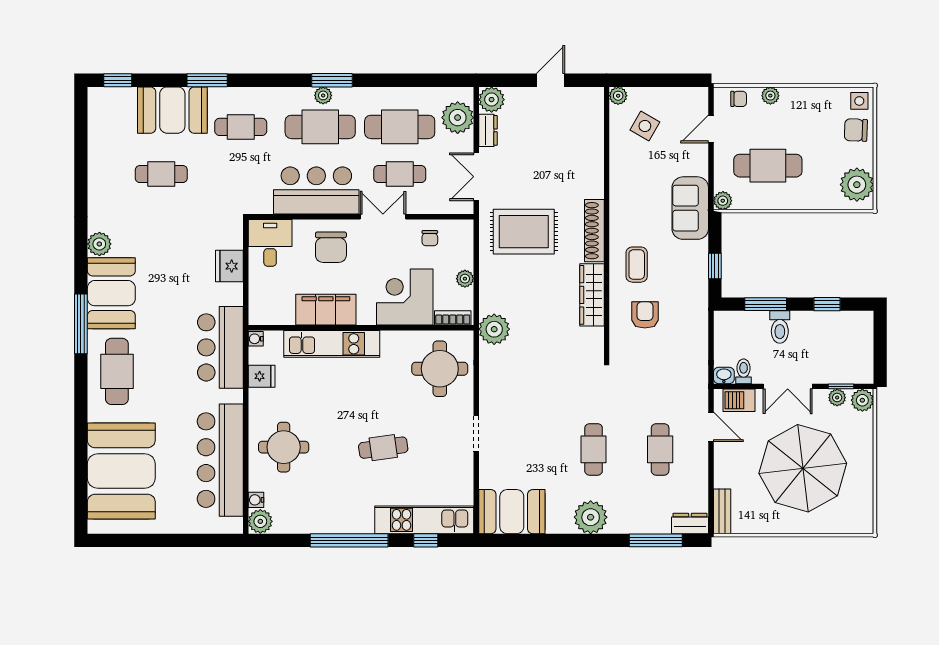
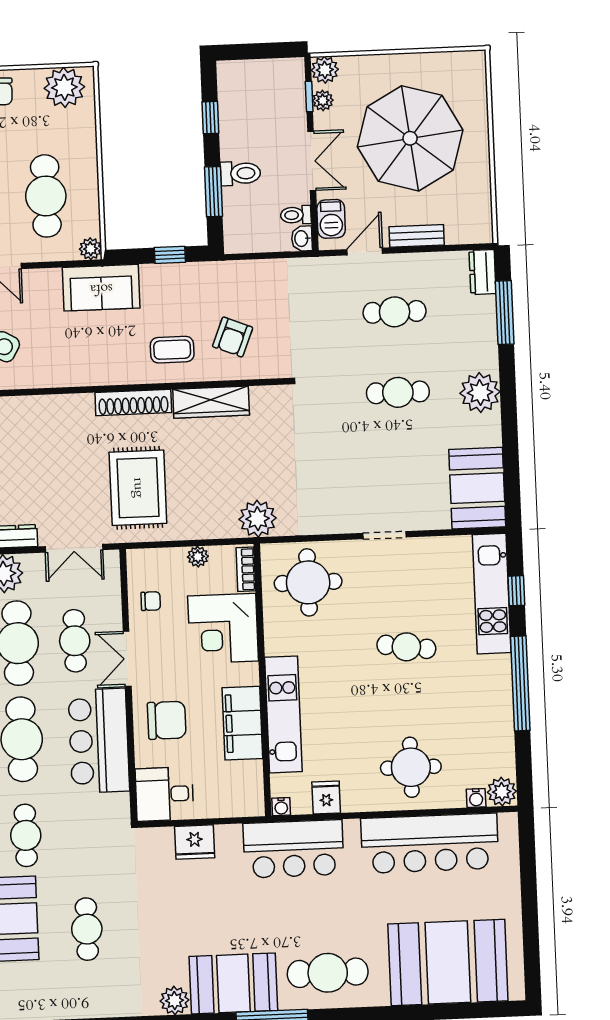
armchair: (645, 315) -> (233, 337), turned -68
cafe table: (383, 448) -> (406, 647), turned -74
bench: (722, 511) -> (417, 236), moved

